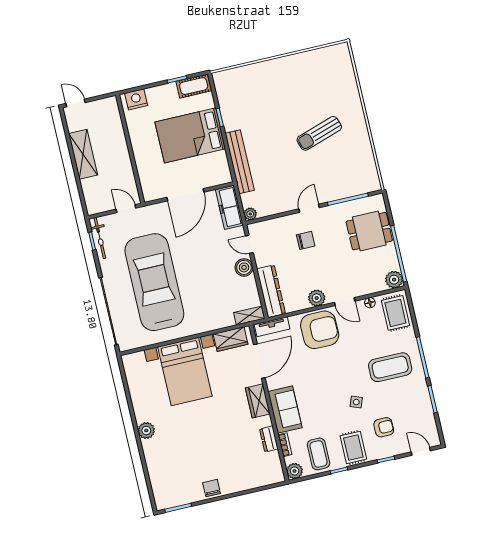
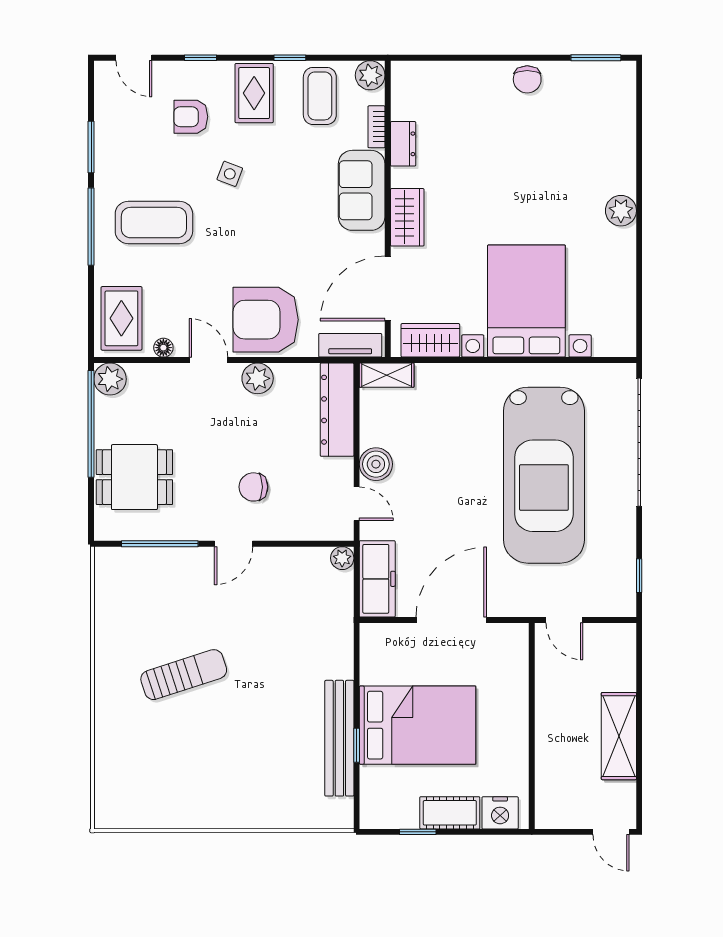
cot: (194, 86) -> (450, 813), moved
bench: (240, 162) -> (339, 738), moved
bicycle: (100, 238) -> (624, 578), removed

